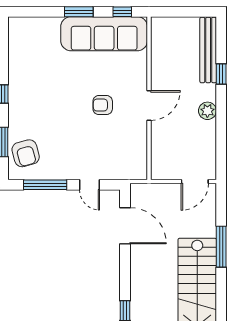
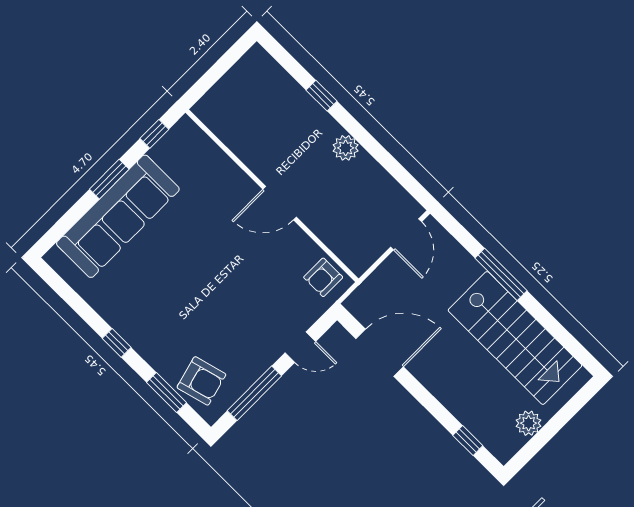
sofa: (104, 34) -> (118, 216), moved
bench: (208, 50) -> (283, 84), removed
armchair: (103, 105) -> (323, 277), moved
door: (149, 105) -> (280, 203), swing flipped

